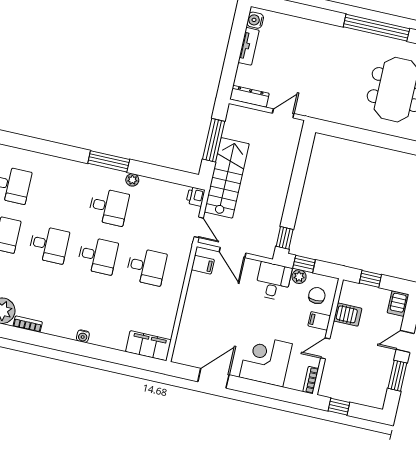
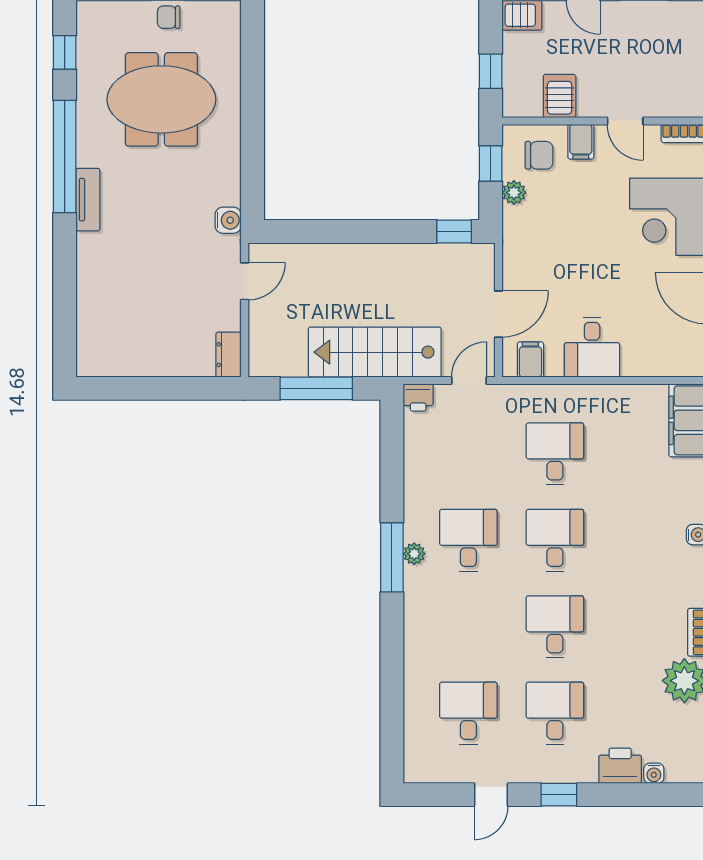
water cooler: (255, 20) -> (228, 220), moved, turned -90
tv unit: (249, 46) -> (88, 200), moved, turned 90
dresser: (249, 96) -> (229, 355), width x0.70
door: (283, 113) -> (245, 281), swing flipped
plant: (132, 180) -> (414, 554), moved
window: (304, 264) -> (491, 163), moved
desk: (273, 281) -> (592, 347), moved, turned -90
chair: (317, 295) -> (539, 155), turned 180

